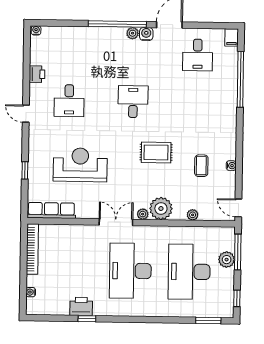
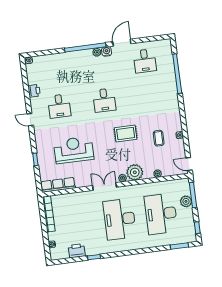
filing cabinet: (232, 37) -> (167, 45), removed
desk: (133, 102) -> (104, 100), turned 180
printer: (81, 306) -> (77, 251), moved

